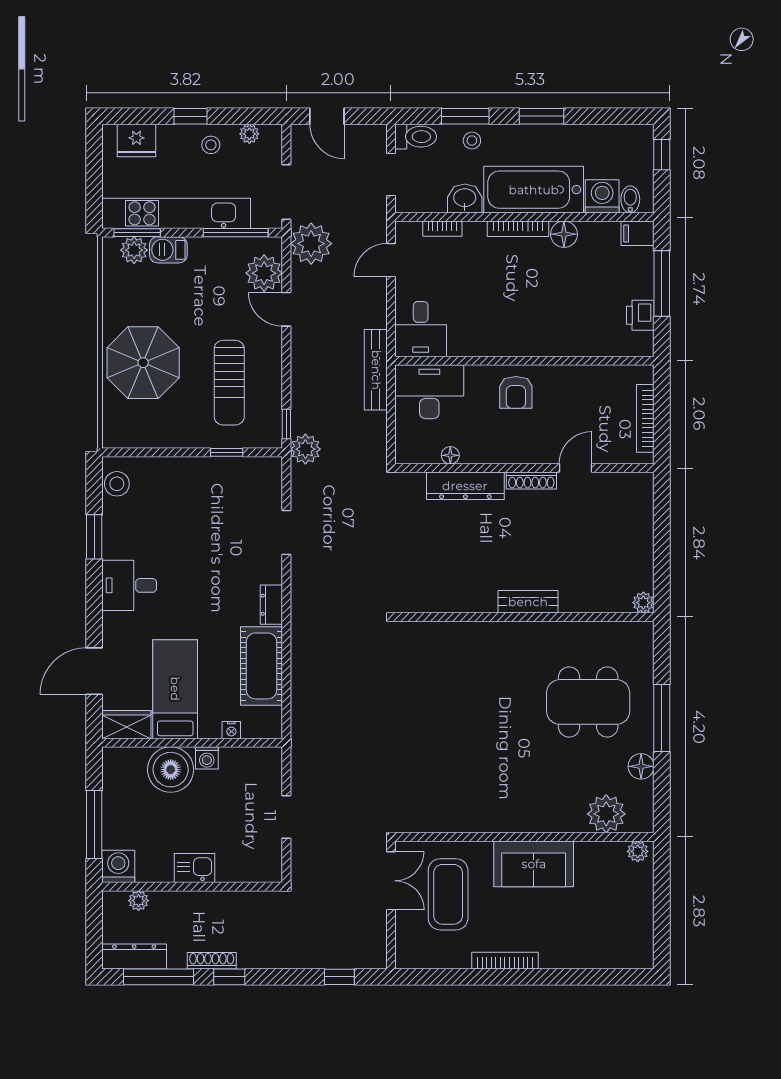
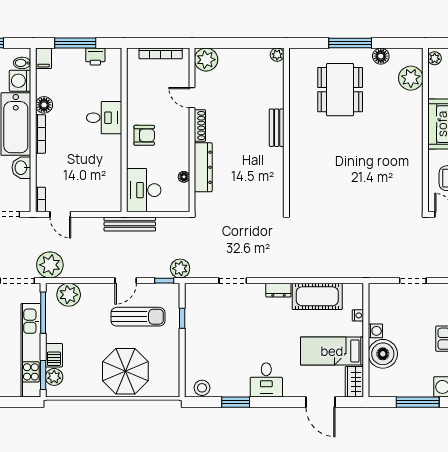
bookcase: (442, 229) -> (41, 199), moved
door: (286, 309) -> (126, 281), moved
desk: (421, 329) -> (104, 118), moved
plant: (636, 490) -> (206, 60), added

